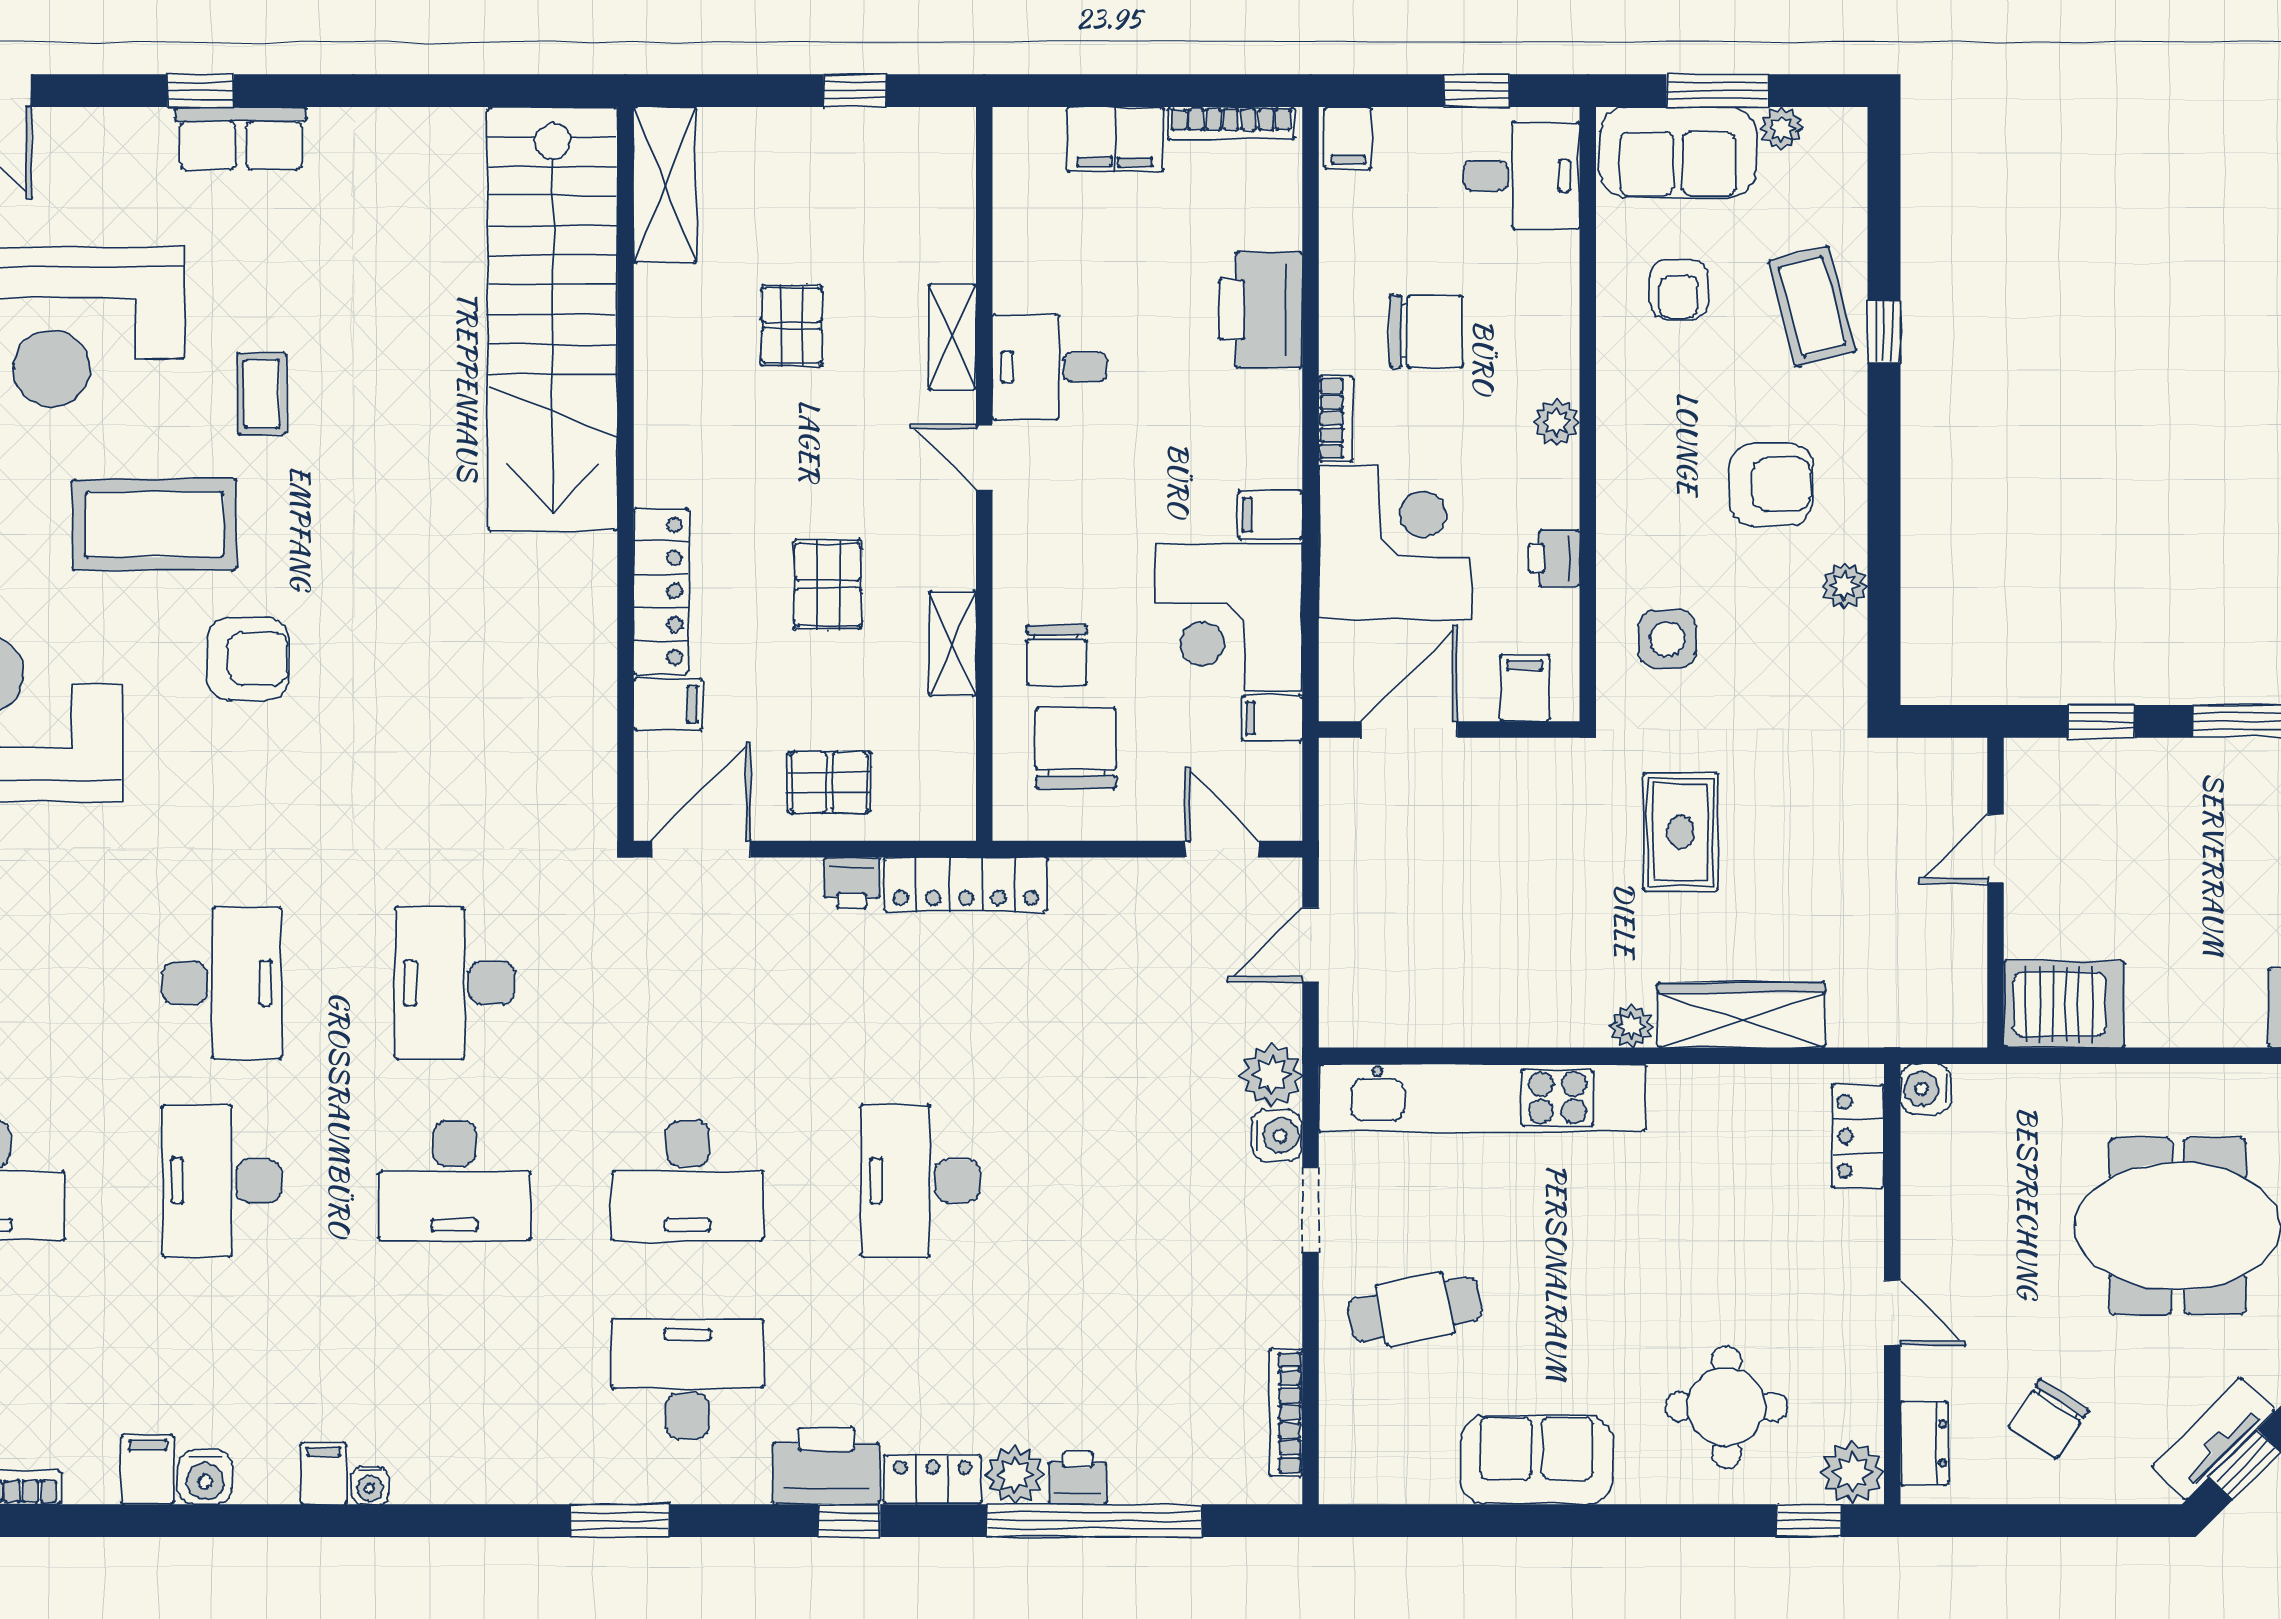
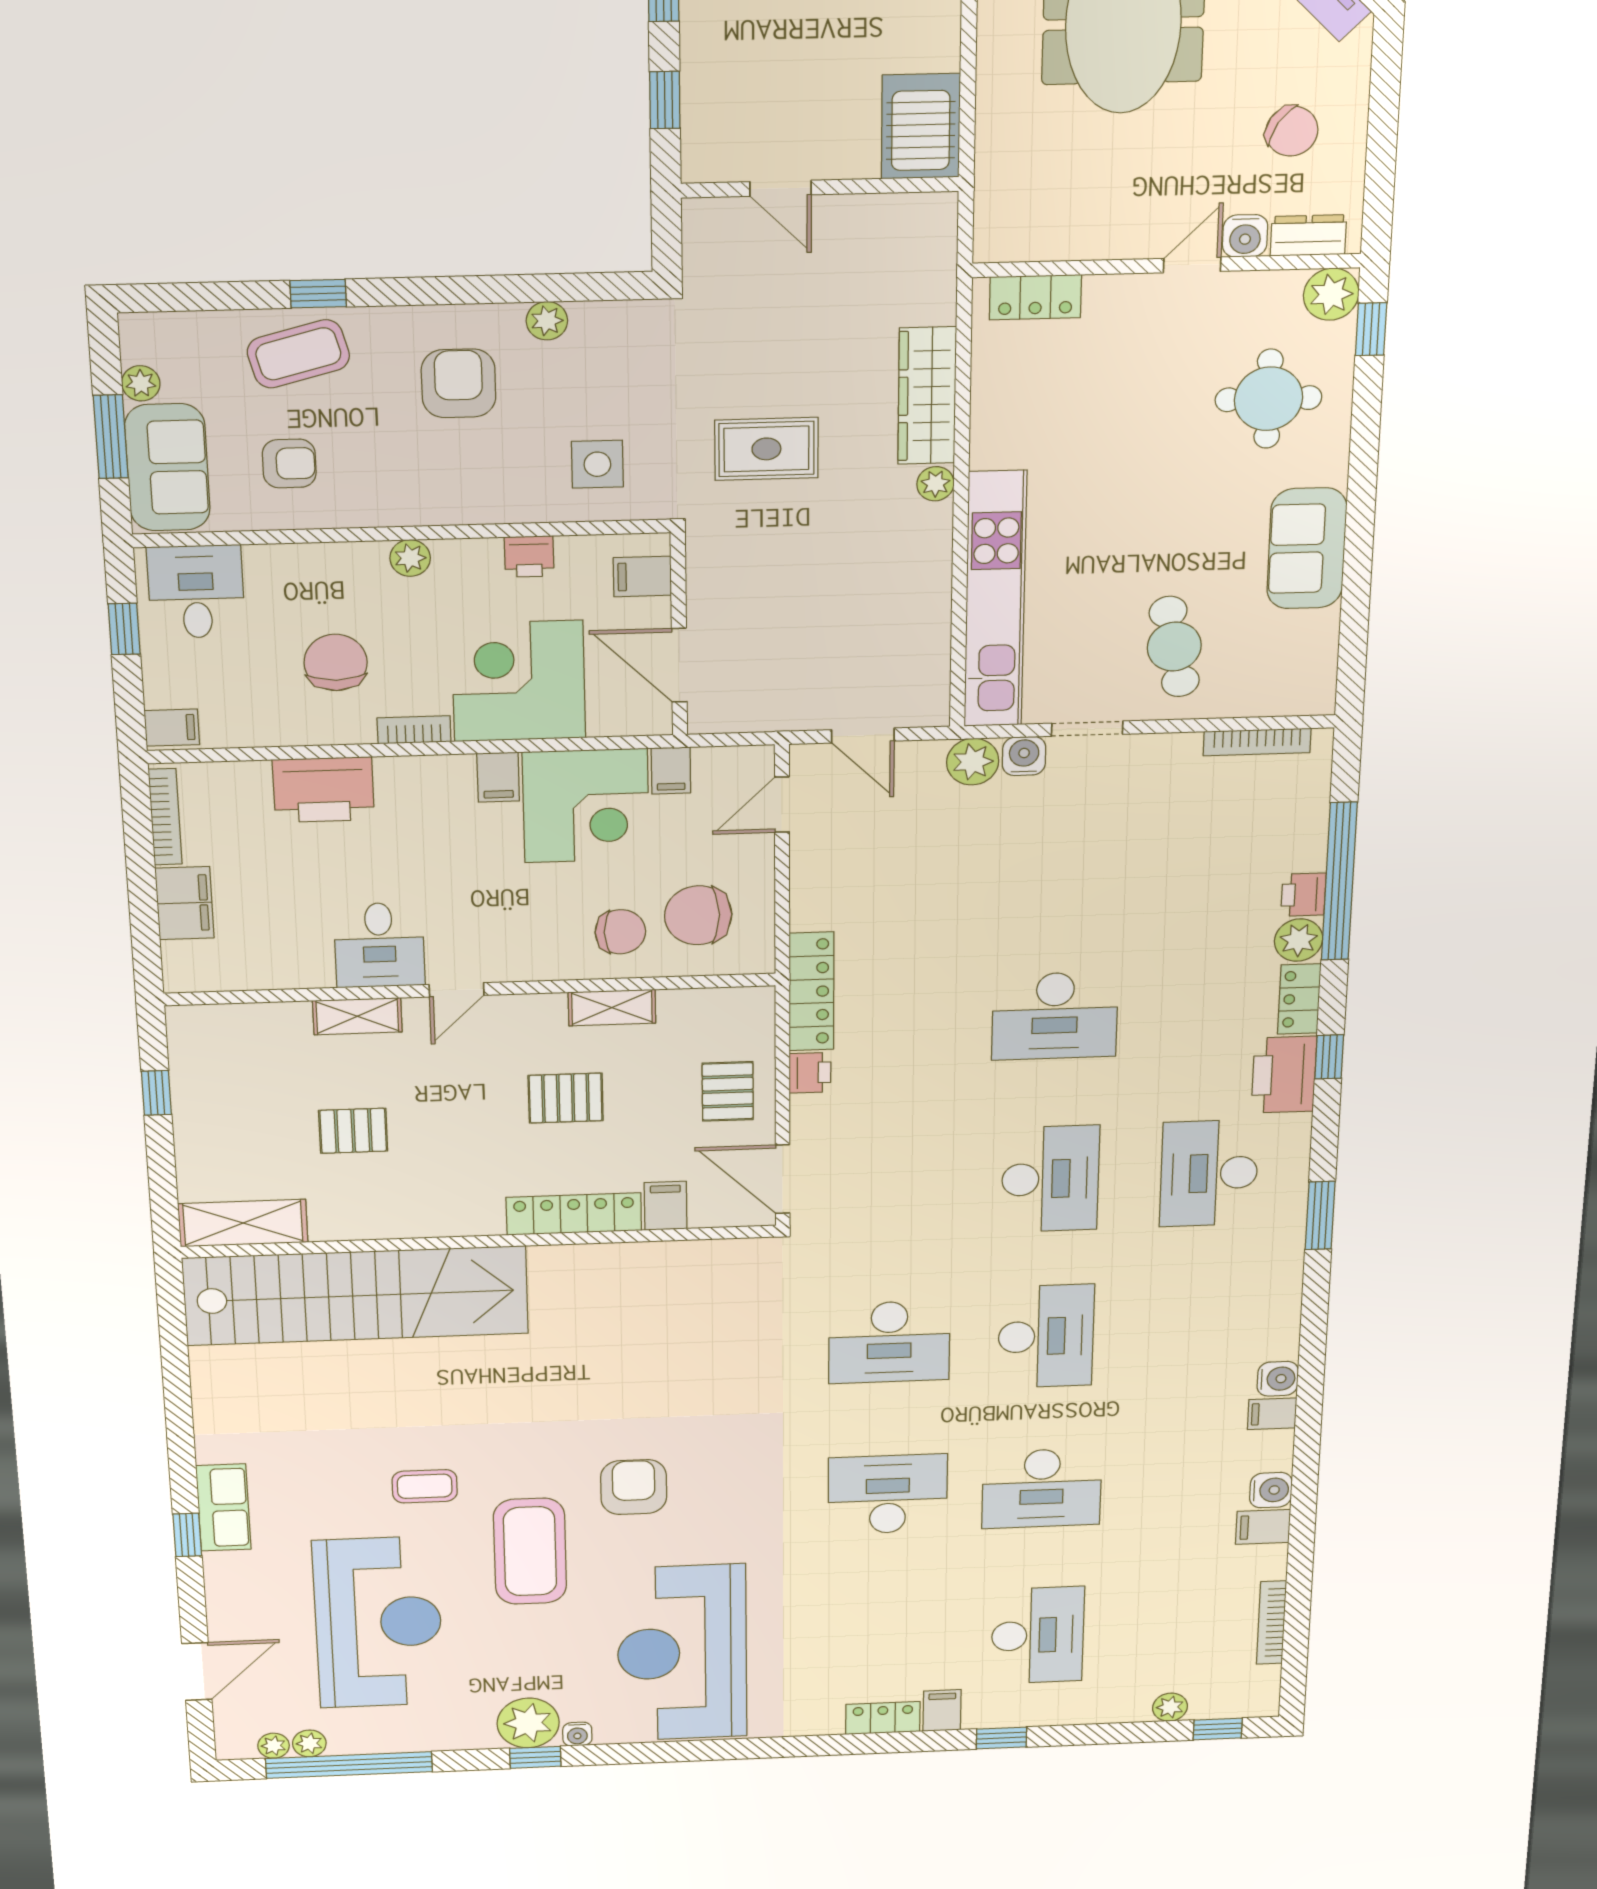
water cooler: (1926, 1089) -> (1245, 236), moved
water cooler: (370, 1486) -> (1278, 1379), width x1.38, depth x1.38

